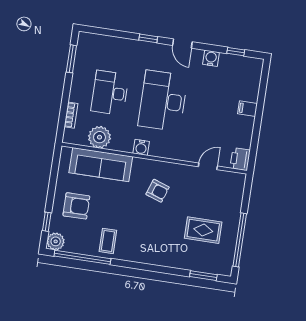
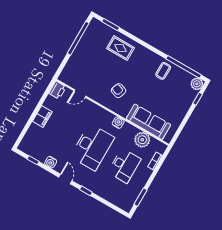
filing cabinet: (248, 109) -> (42, 117), width x2.00
armchair: (76, 206) -> (175, 101), removed
rug: (203, 230) -> (120, 48), moved

